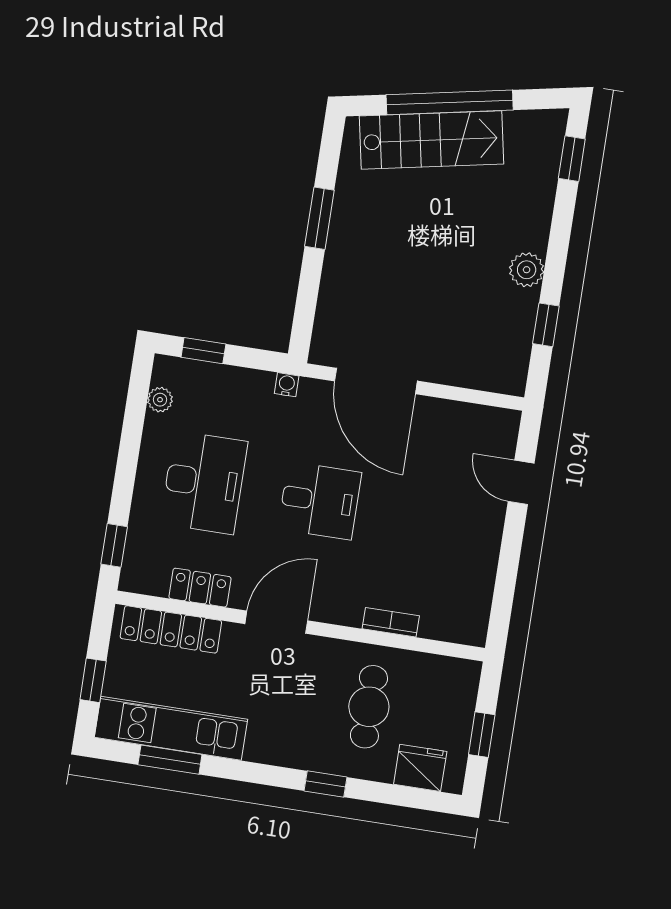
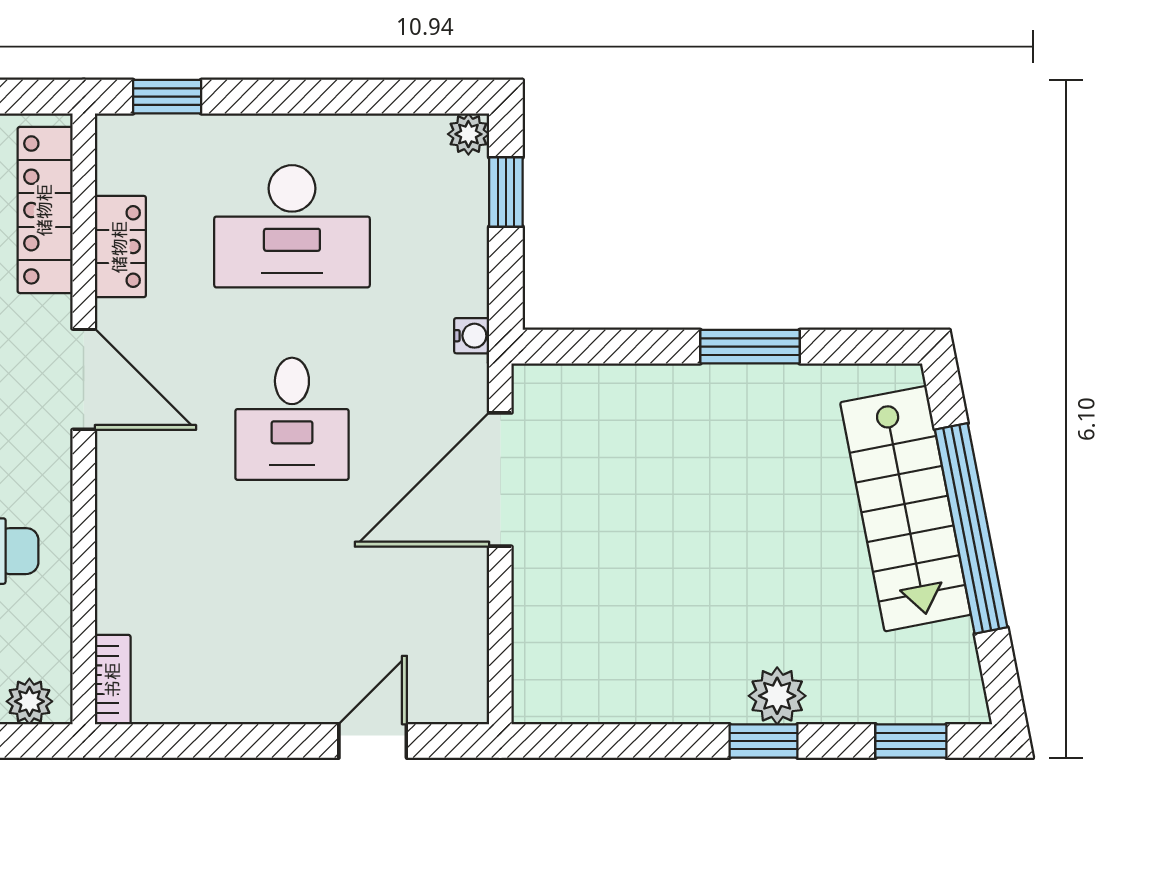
plant: (527, 270) -> (777, 696), moved
window: (546, 325) -> (764, 741), moved
plant: (160, 400) -> (468, 134), moved
bookcase: (391, 622) -> (113, 680), moved
plant: (465, 685) -> (29, 701), added

